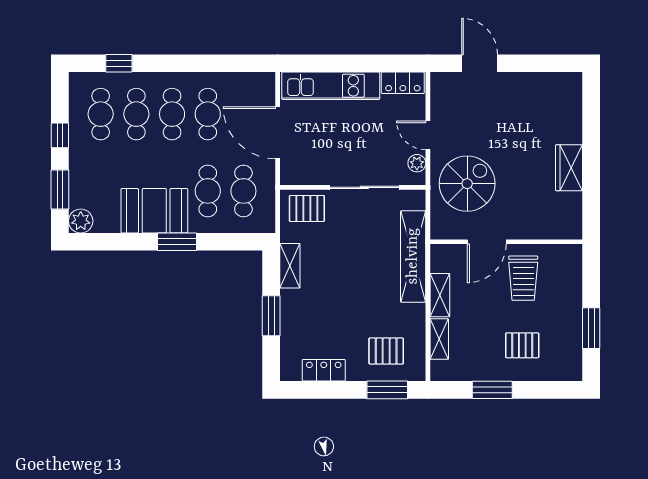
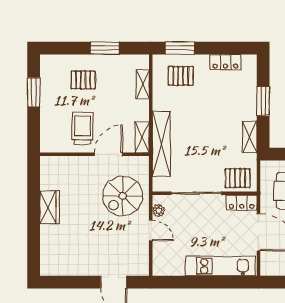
locker: (403, 83) -> (242, 203), moved, turned 180
shelving: (440, 295) -> (142, 137), moved

